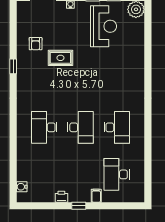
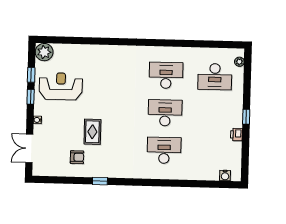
desk: (44, 127) -> (164, 150), turned 180
filing cabinet: (96, 196) -> (236, 98), removed
plant: (132, 198) -> (239, 62), added

